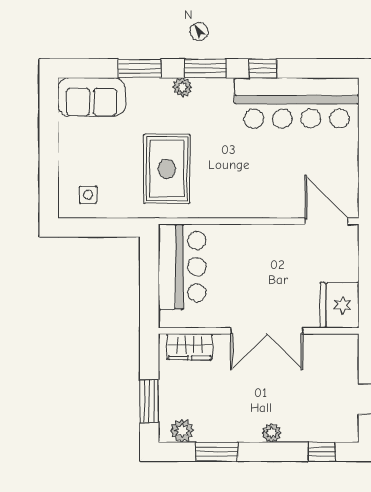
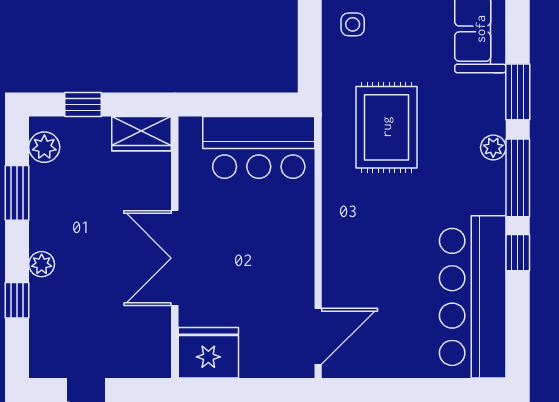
window: (205, 68) -> (518, 178), width x1.44
rug: (167, 169) -> (386, 127), turned 90
wardrobe: (190, 347) -> (142, 134), moved, turned -90
window: (149, 401) -> (83, 104), width x0.67
window: (322, 452) -> (17, 300), moved

